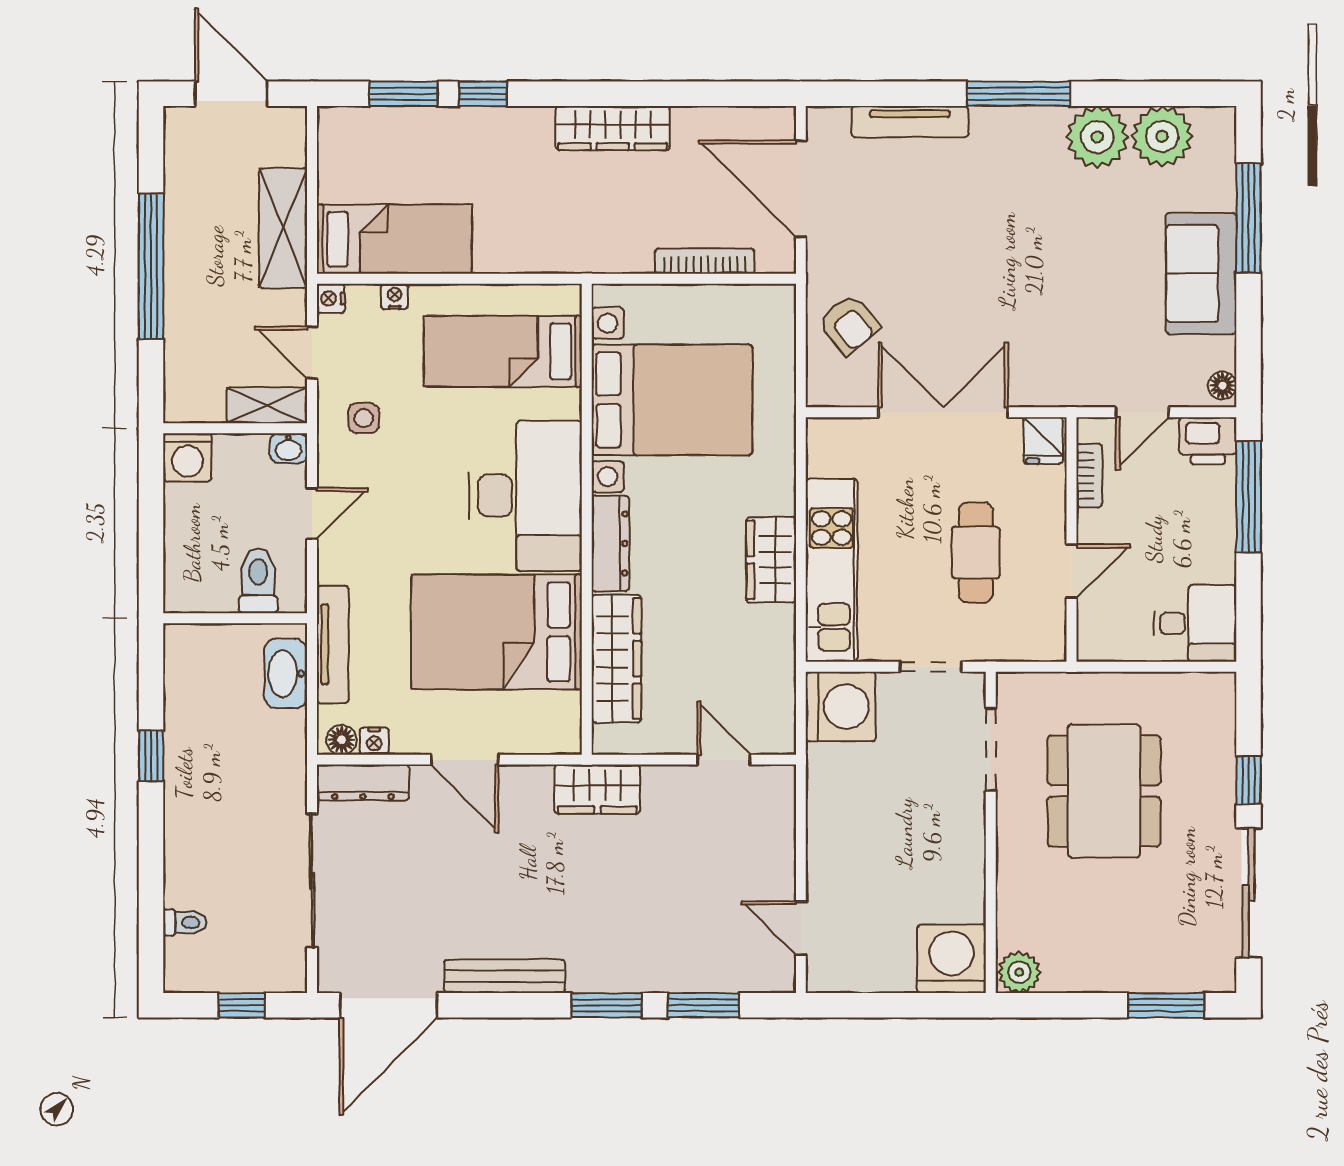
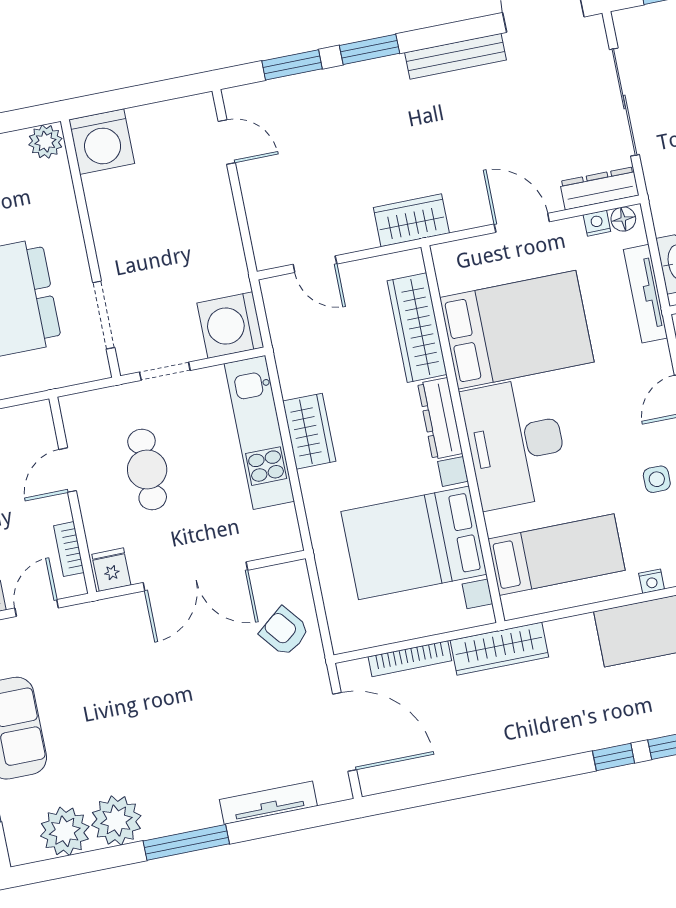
wardrobe: (613, 128) -> (499, 649), moved, turned 180

